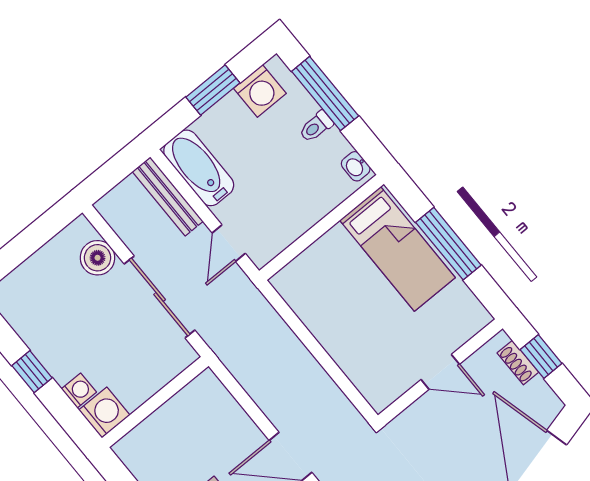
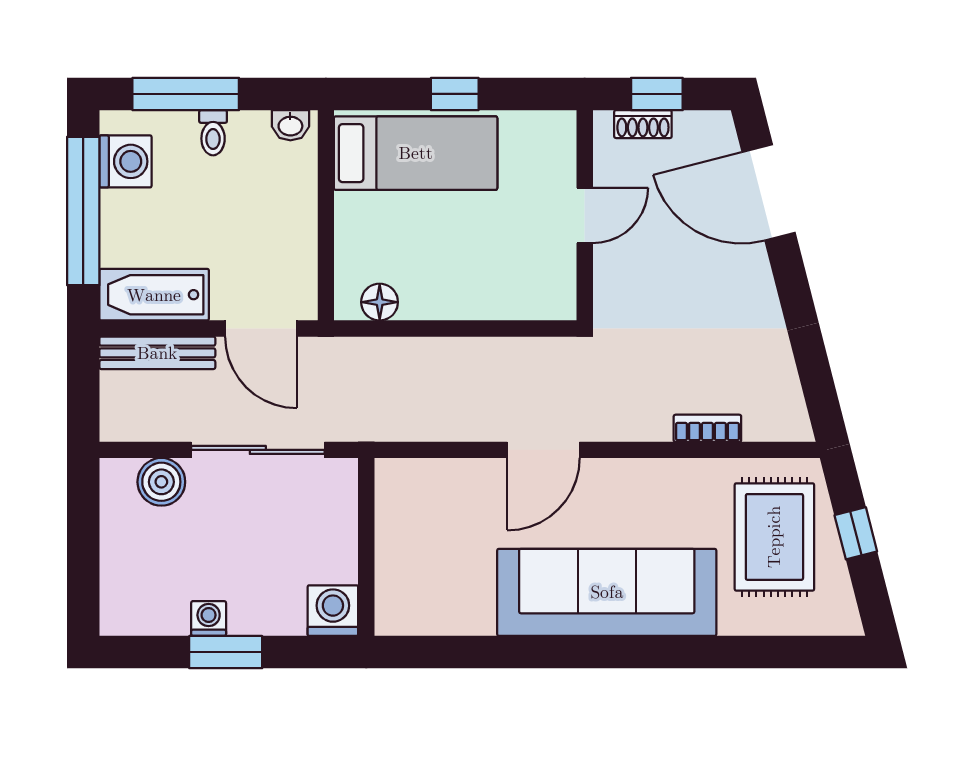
window: (213, 90) -> (83, 211), width x2.11
door: (229, 243) -> (261, 329), width x1.38
window: (448, 244) -> (455, 94), width x0.46
floor lamp: (298, 297) -> (380, 302), added
window: (32, 372) -> (226, 652), width x1.50
washing machine: (79, 390) -> (209, 618), moved

